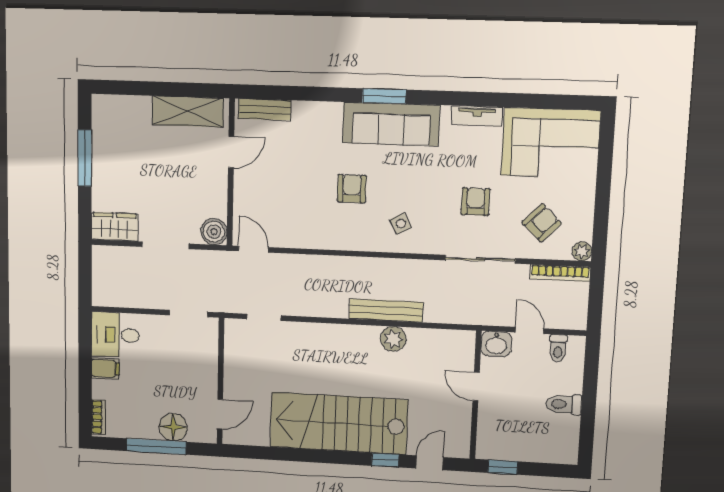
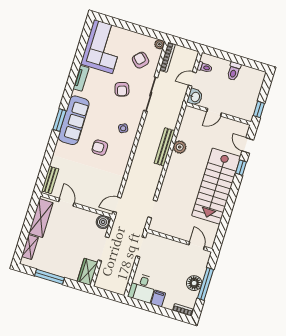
shelving: (128, 105) -> (30, 247), added
armchair: (476, 202) -> (122, 89), turned -108
floor lamp: (173, 427) -> (194, 283), moved

